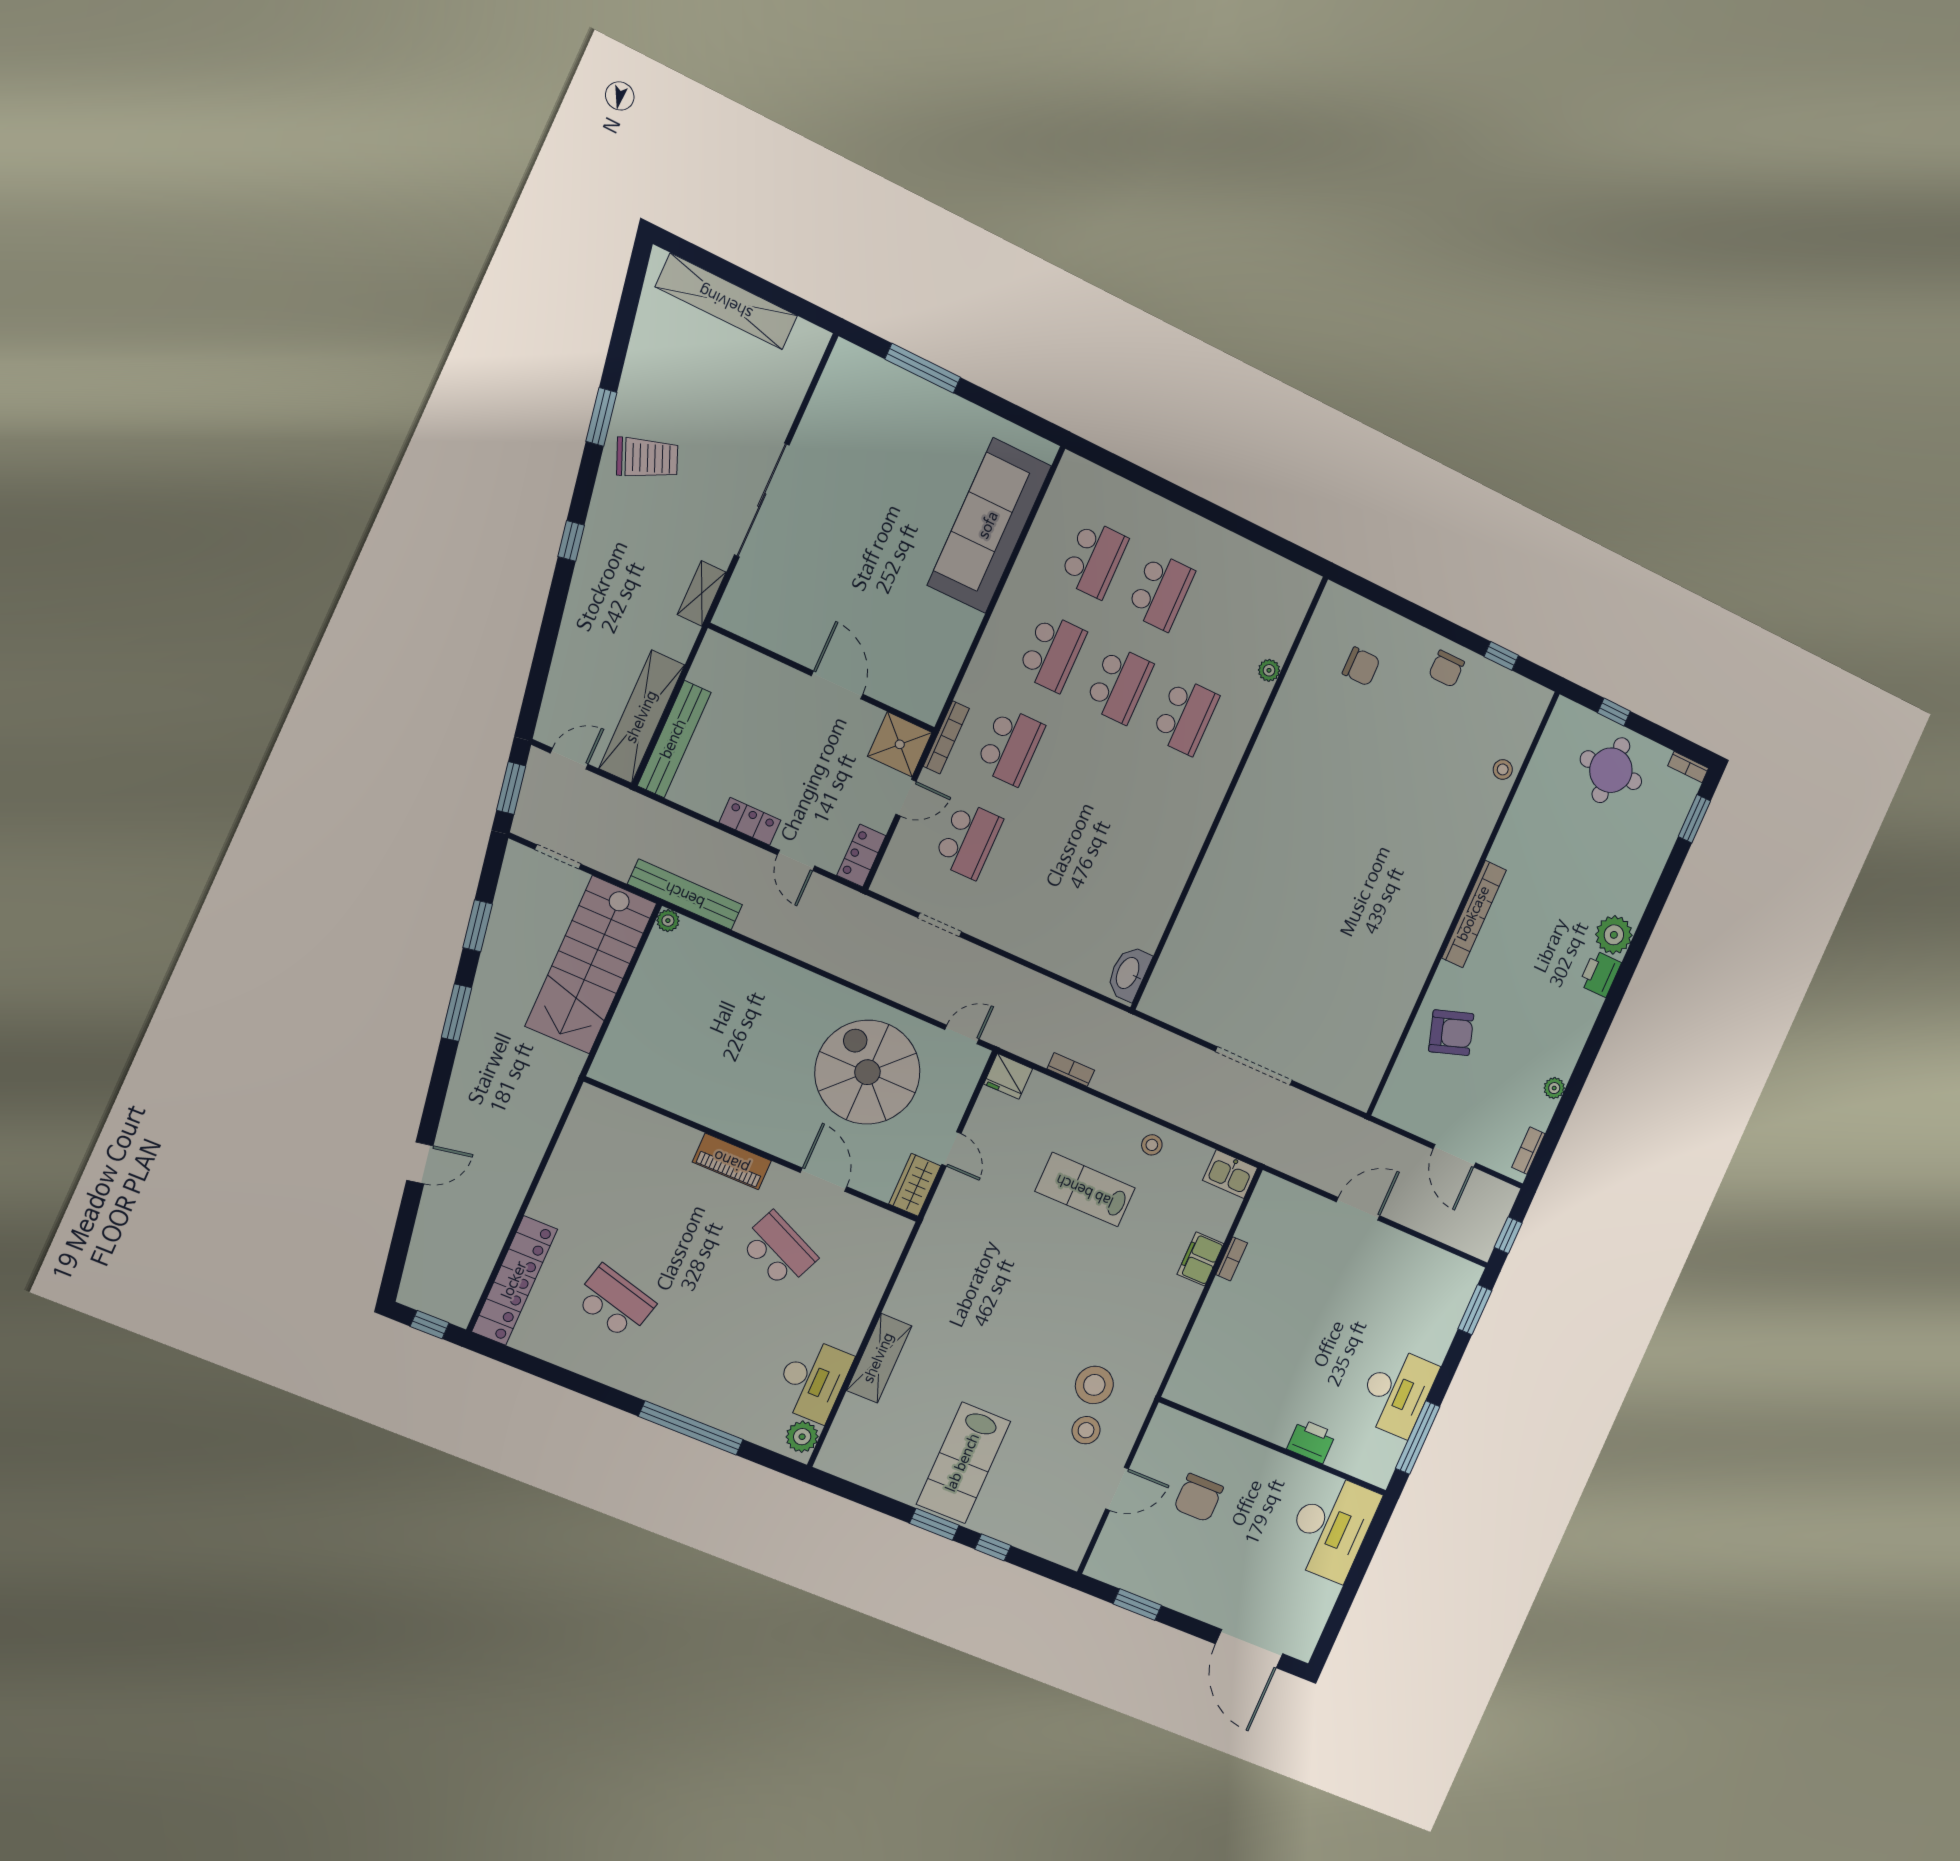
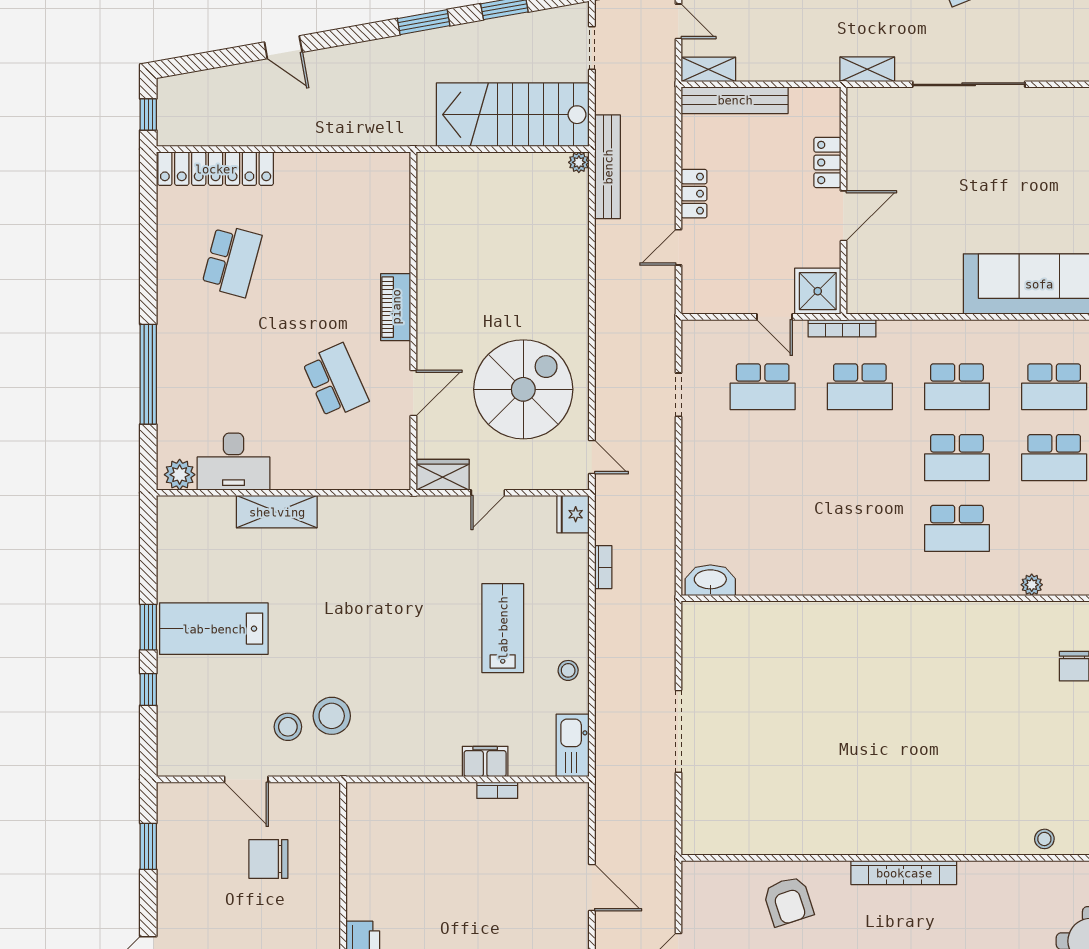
shelving: (642, 717) -> (708, 69), width x0.45, depth x0.75
locker: (861, 856) -> (827, 162), moved, turned -90
kitchen sink: (1230, 1174) -> (573, 745), width x1.38
school desk: (778, 1250) -> (335, 381), turned -48

